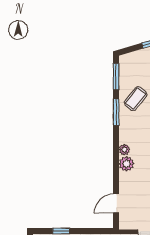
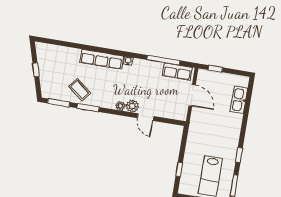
door: (116, 203) -> (145, 117), moved

